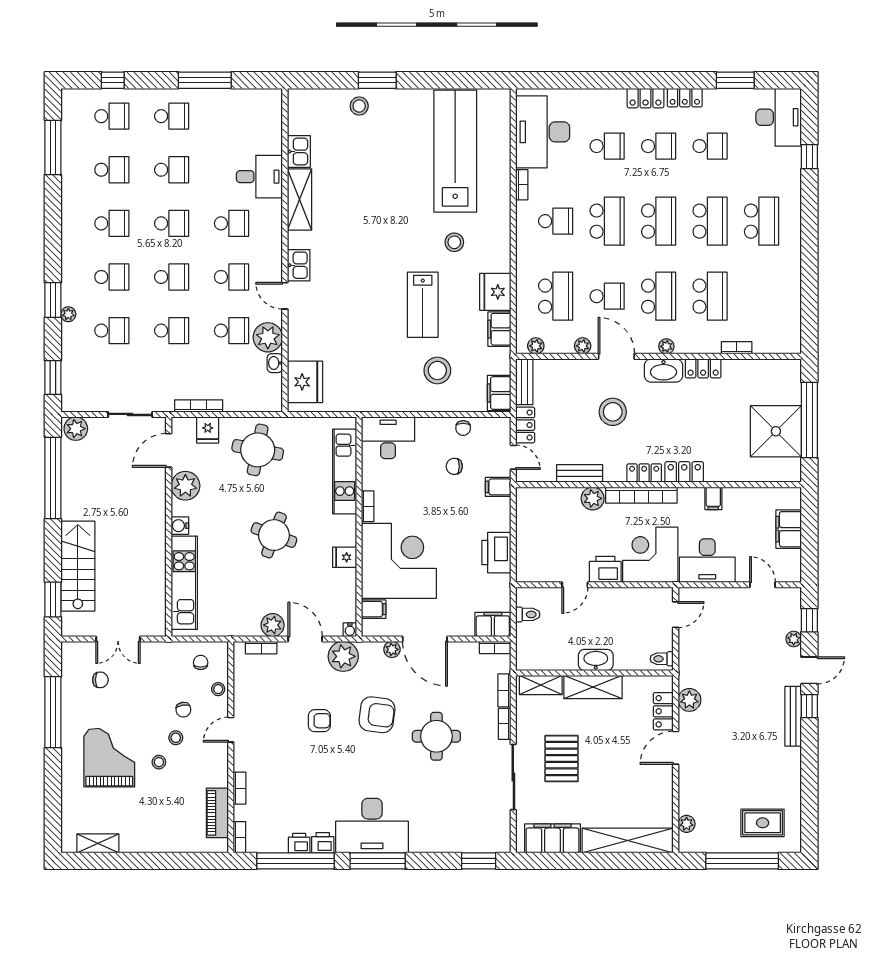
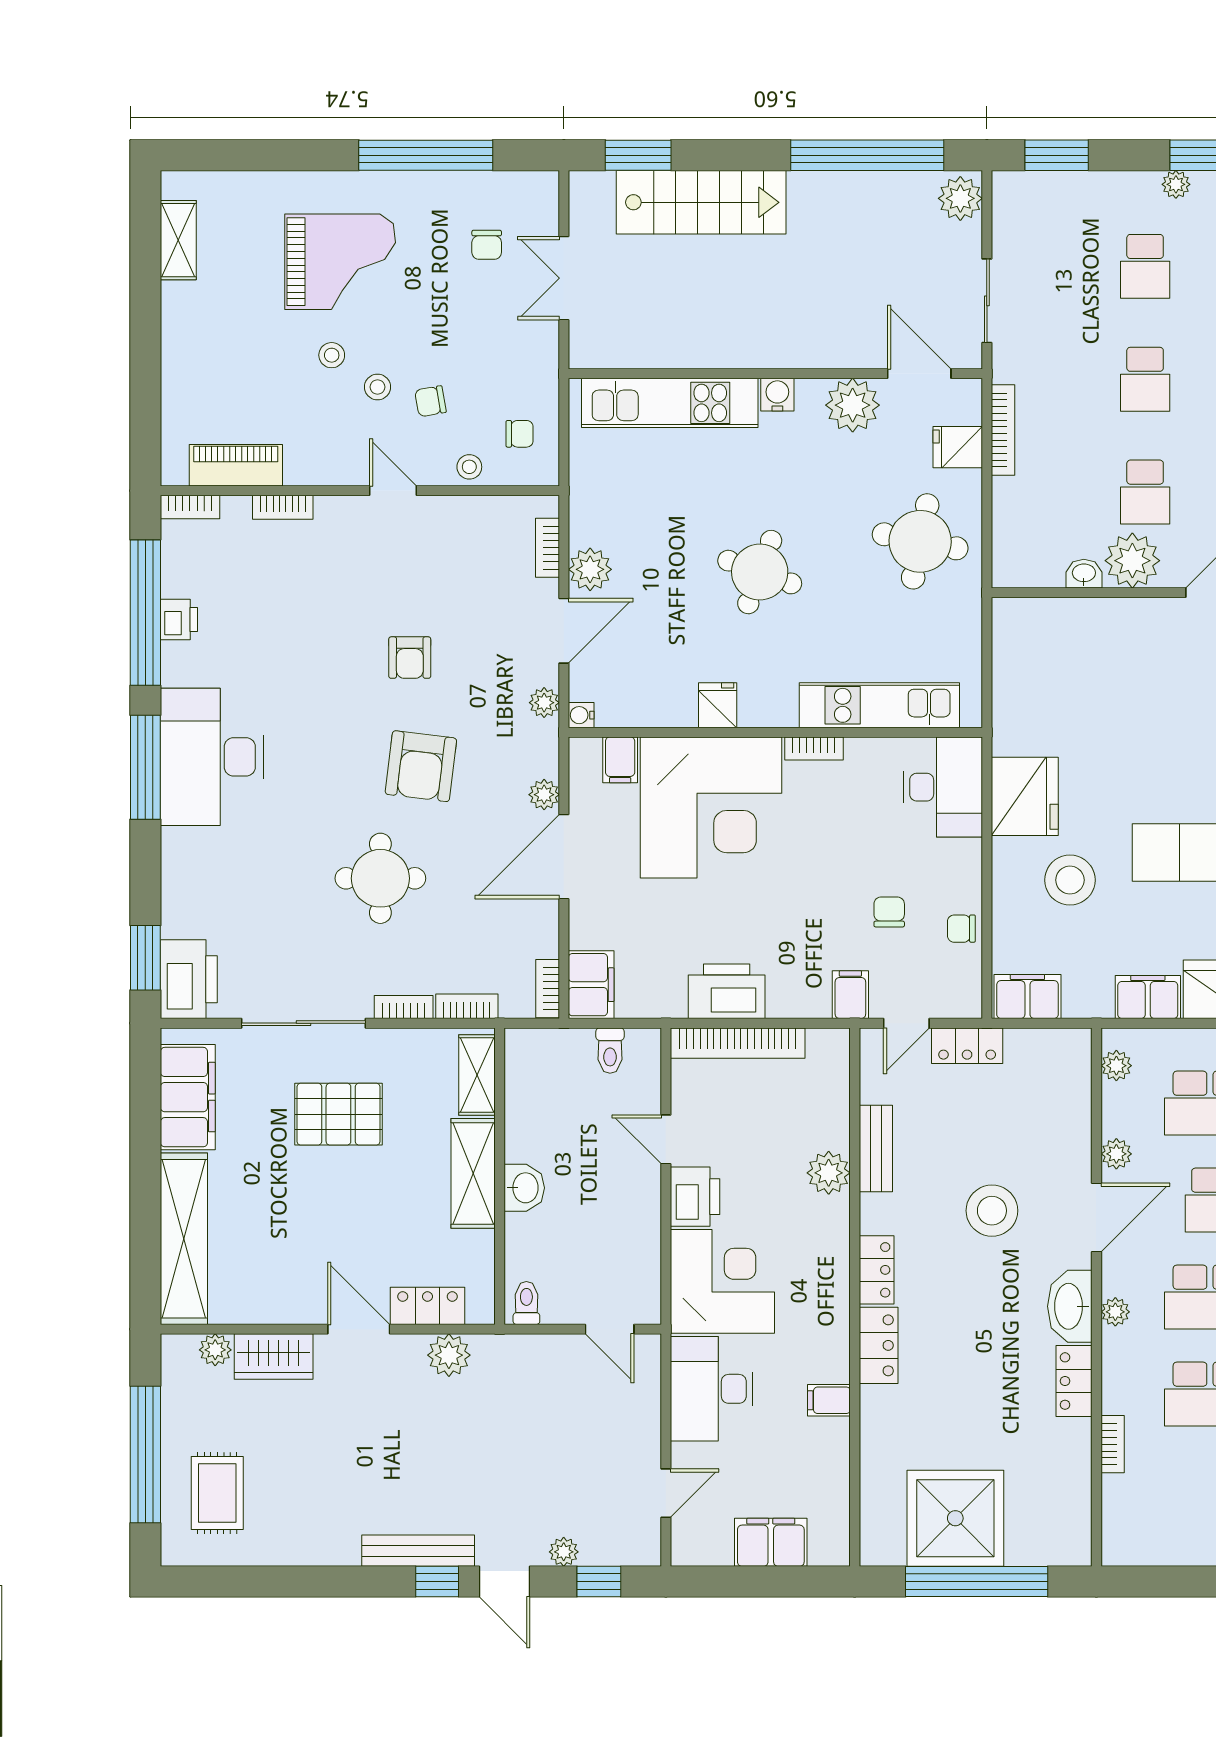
fridge: (305, 382) -> (1025, 796), moved, turned -90
bench: (524, 382) -> (1048, 1044), removed
bookcase: (641, 495) -> (738, 1043), moved, turned -90
plant: (343, 656) -> (544, 703), width x0.53, depth x0.53
washbasin: (596, 660) -> (524, 1188), width x0.72
wardrobe: (690, 793) -> (274, 1356), added
printer: (323, 843) -> (189, 979), moved, width x1.87, depth x1.48

